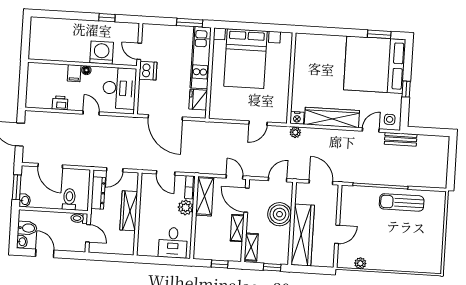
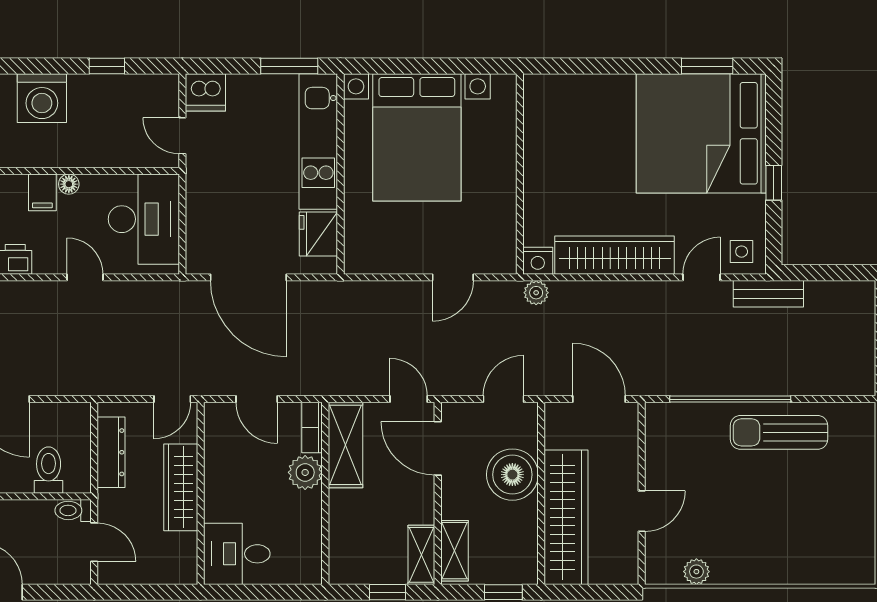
washing machine: (102, 53) -> (42, 98), moved, turned 180
dishwasher: (148, 71) -> (205, 92), moved, turned 90
door: (115, 170) -> (172, 399), moved
shelving: (237, 228) -> (421, 555), moved
desk: (173, 243) -> (237, 554), moved, turned 90

